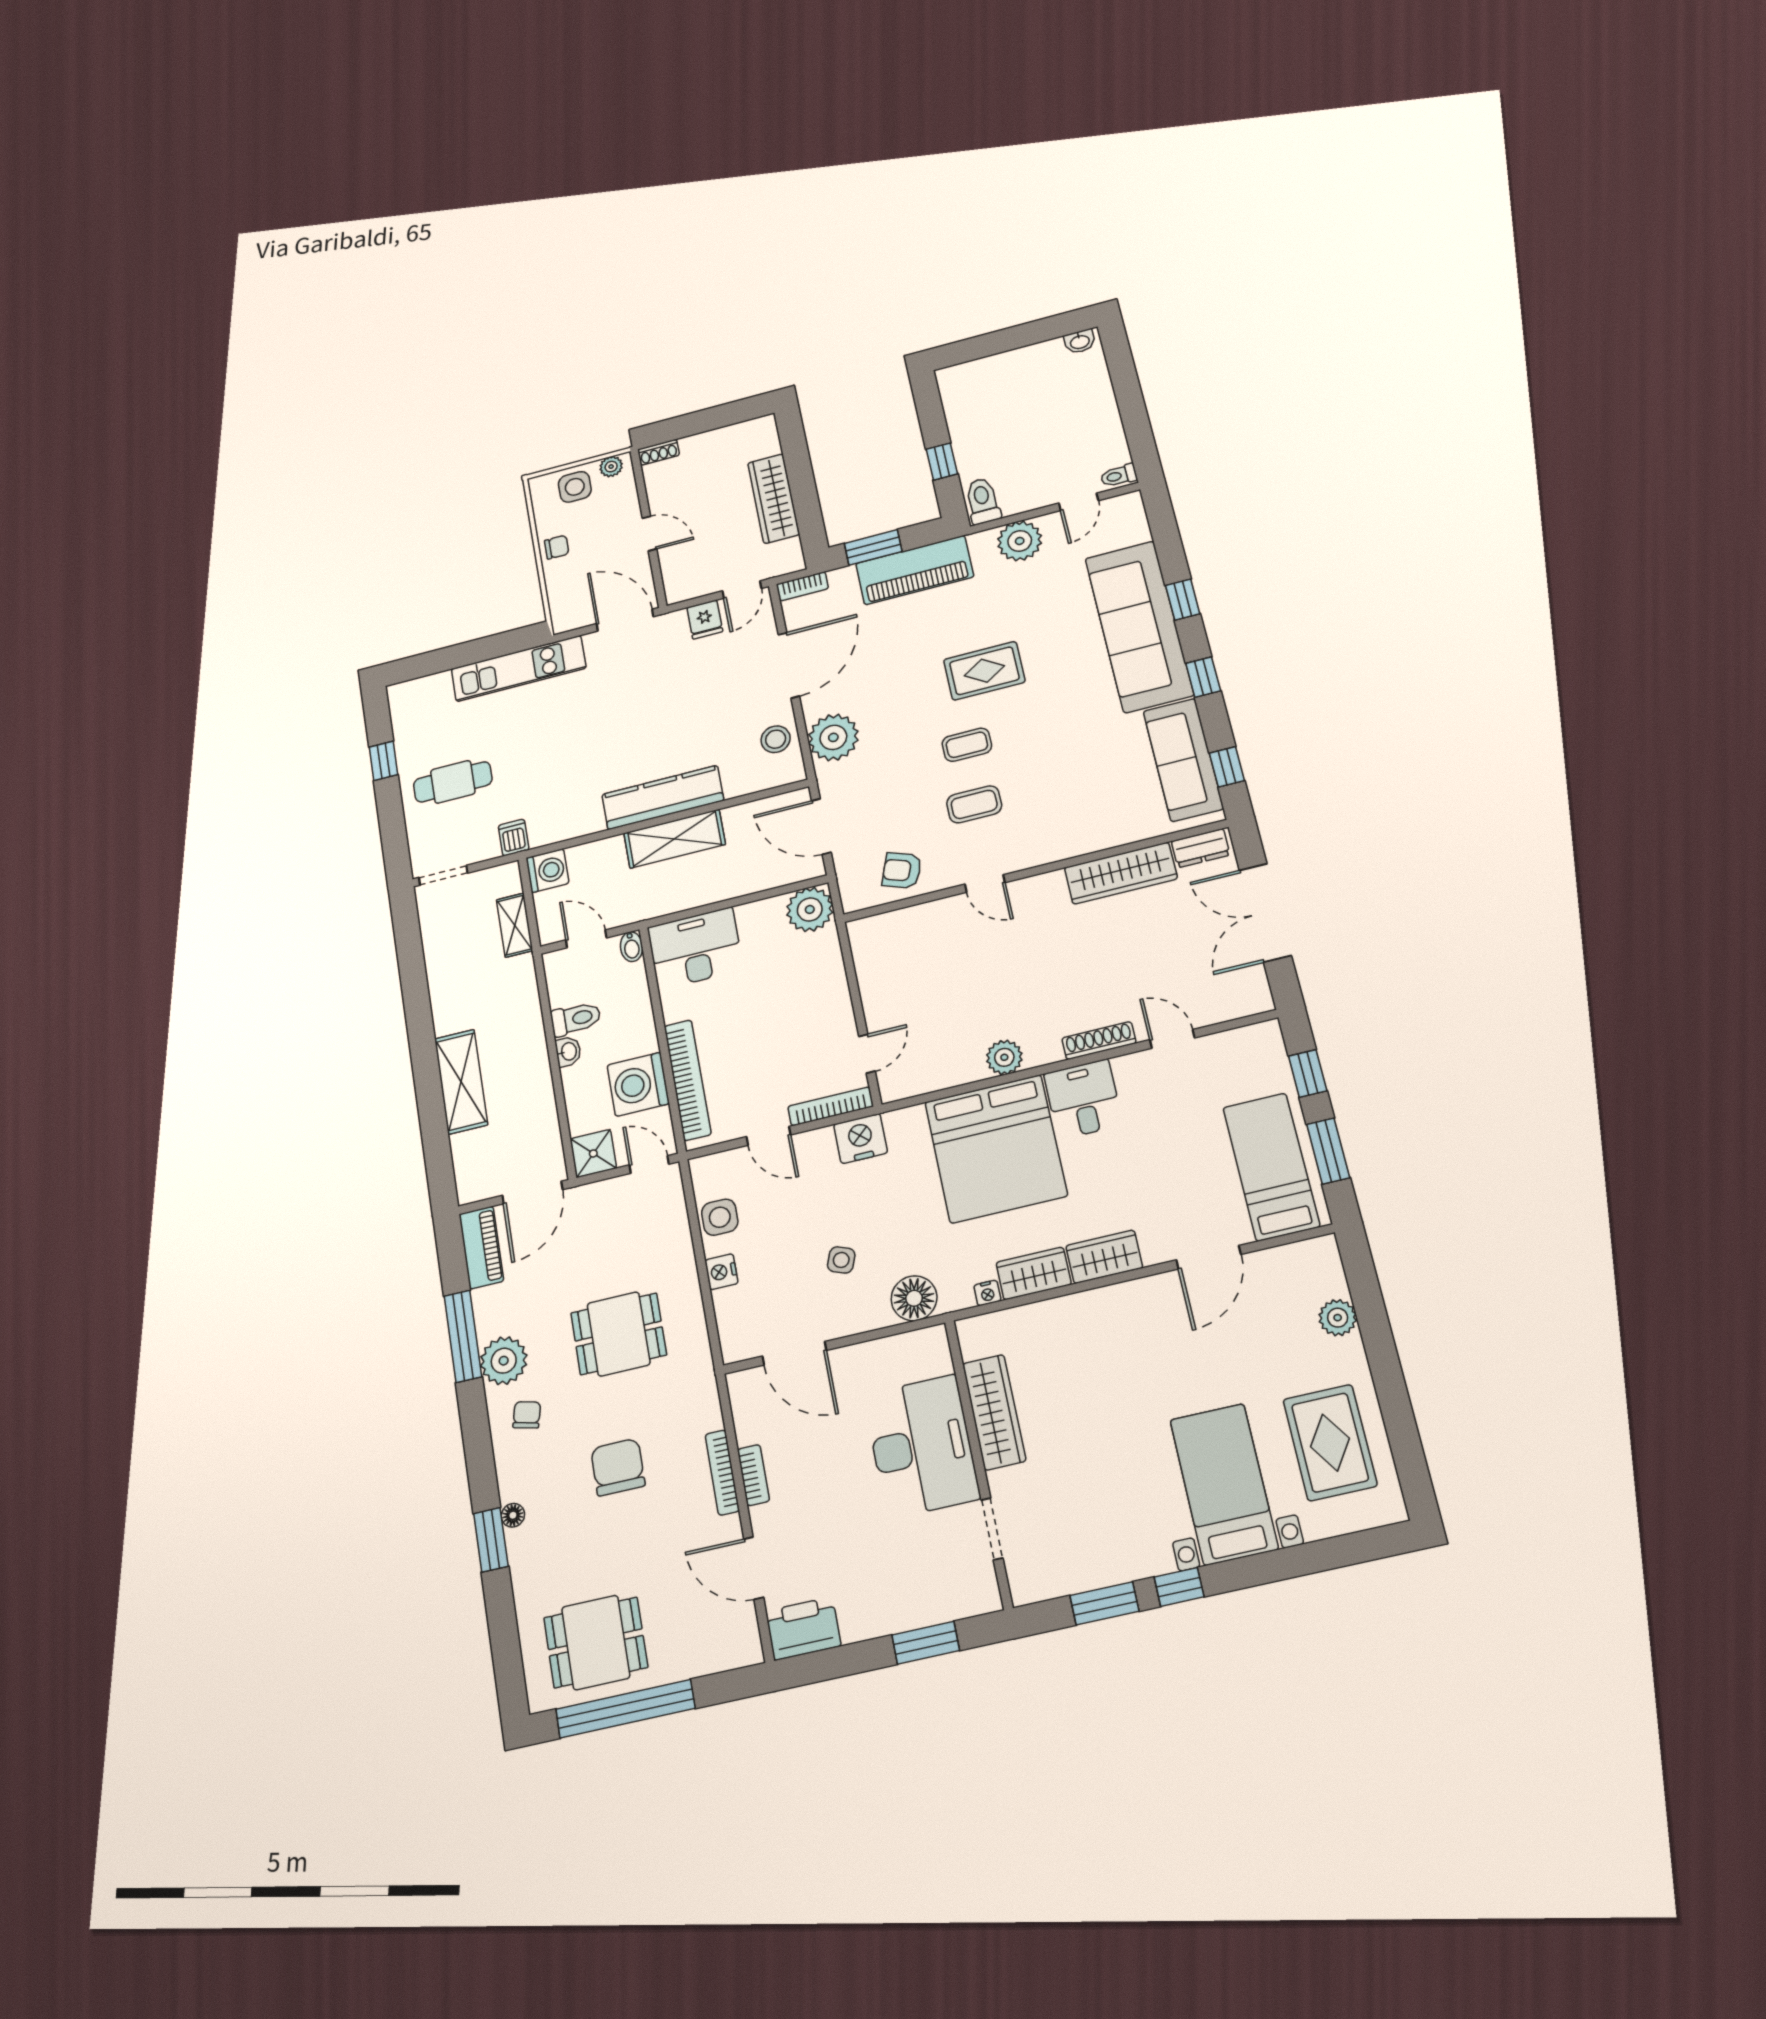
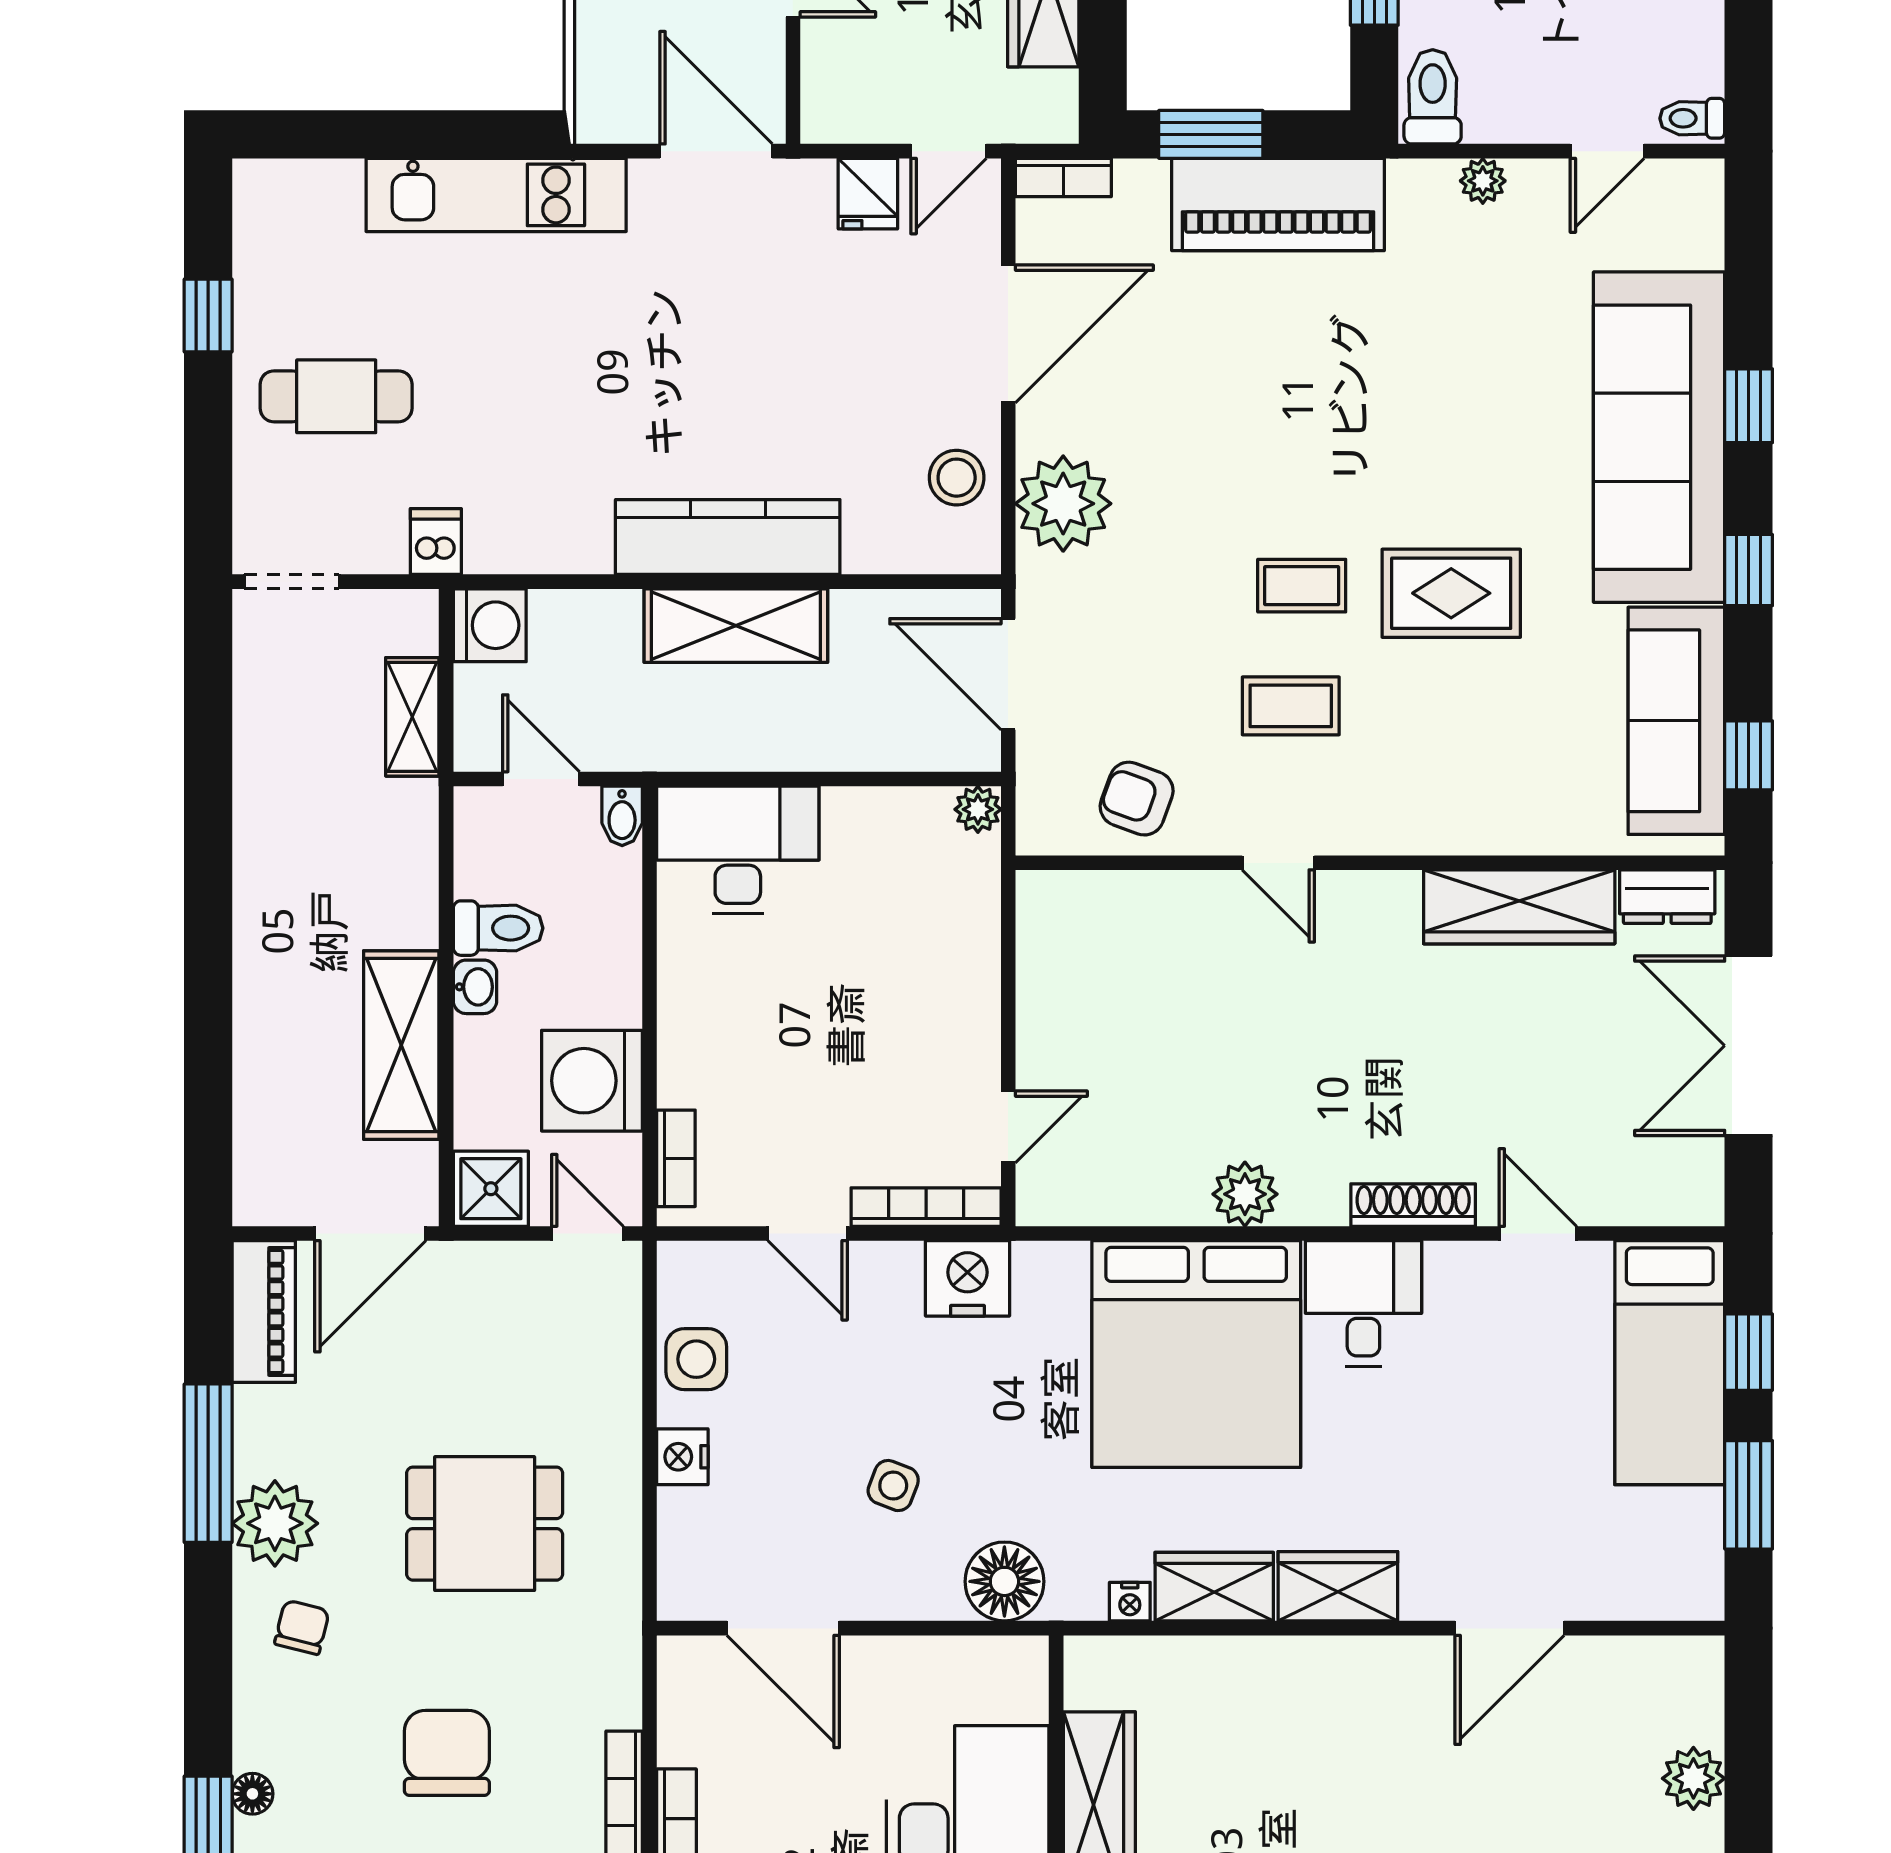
plant: (1020, 541) -> (1483, 181), width x0.53, depth x0.53
rug: (984, 671) -> (1451, 593), moved
plant: (810, 909) -> (978, 809), width x0.53, depth x0.53
bookcase: (688, 1080) -> (676, 1158), width x0.43, depth x0.76
shelving: (461, 1082) -> (401, 1045), moved
bed: (1271, 1167) -> (1670, 1363), moved, turned 180

